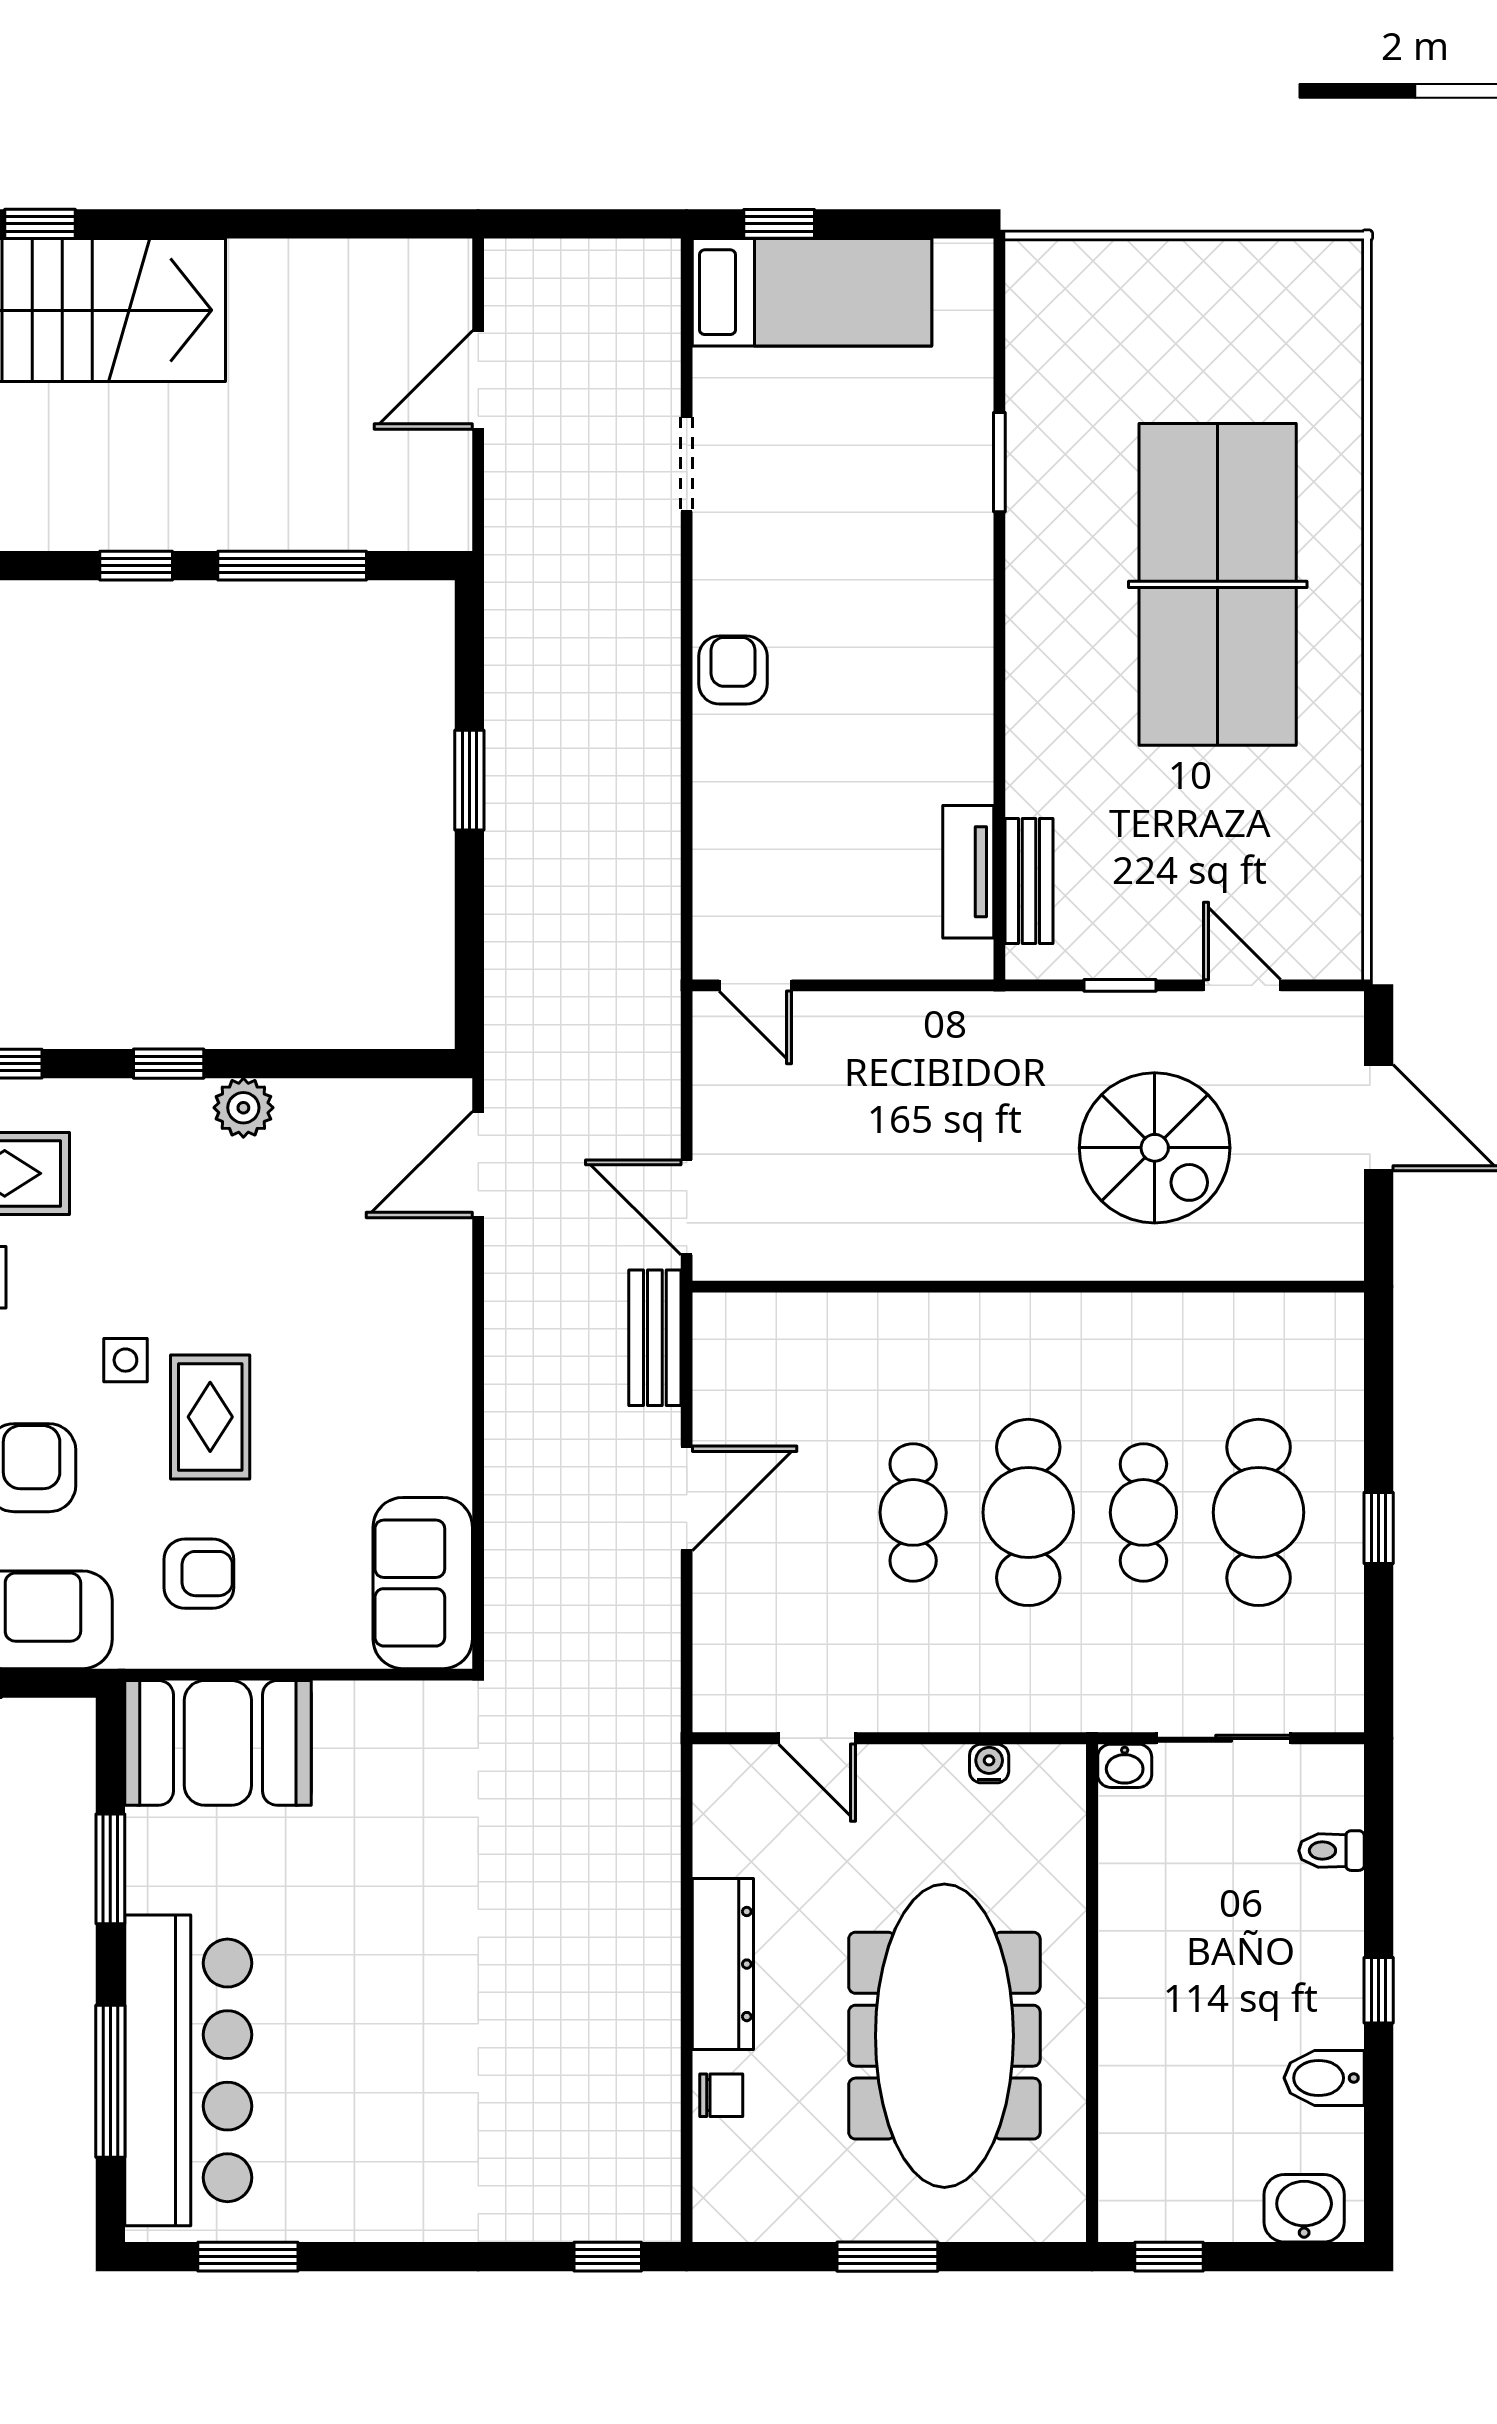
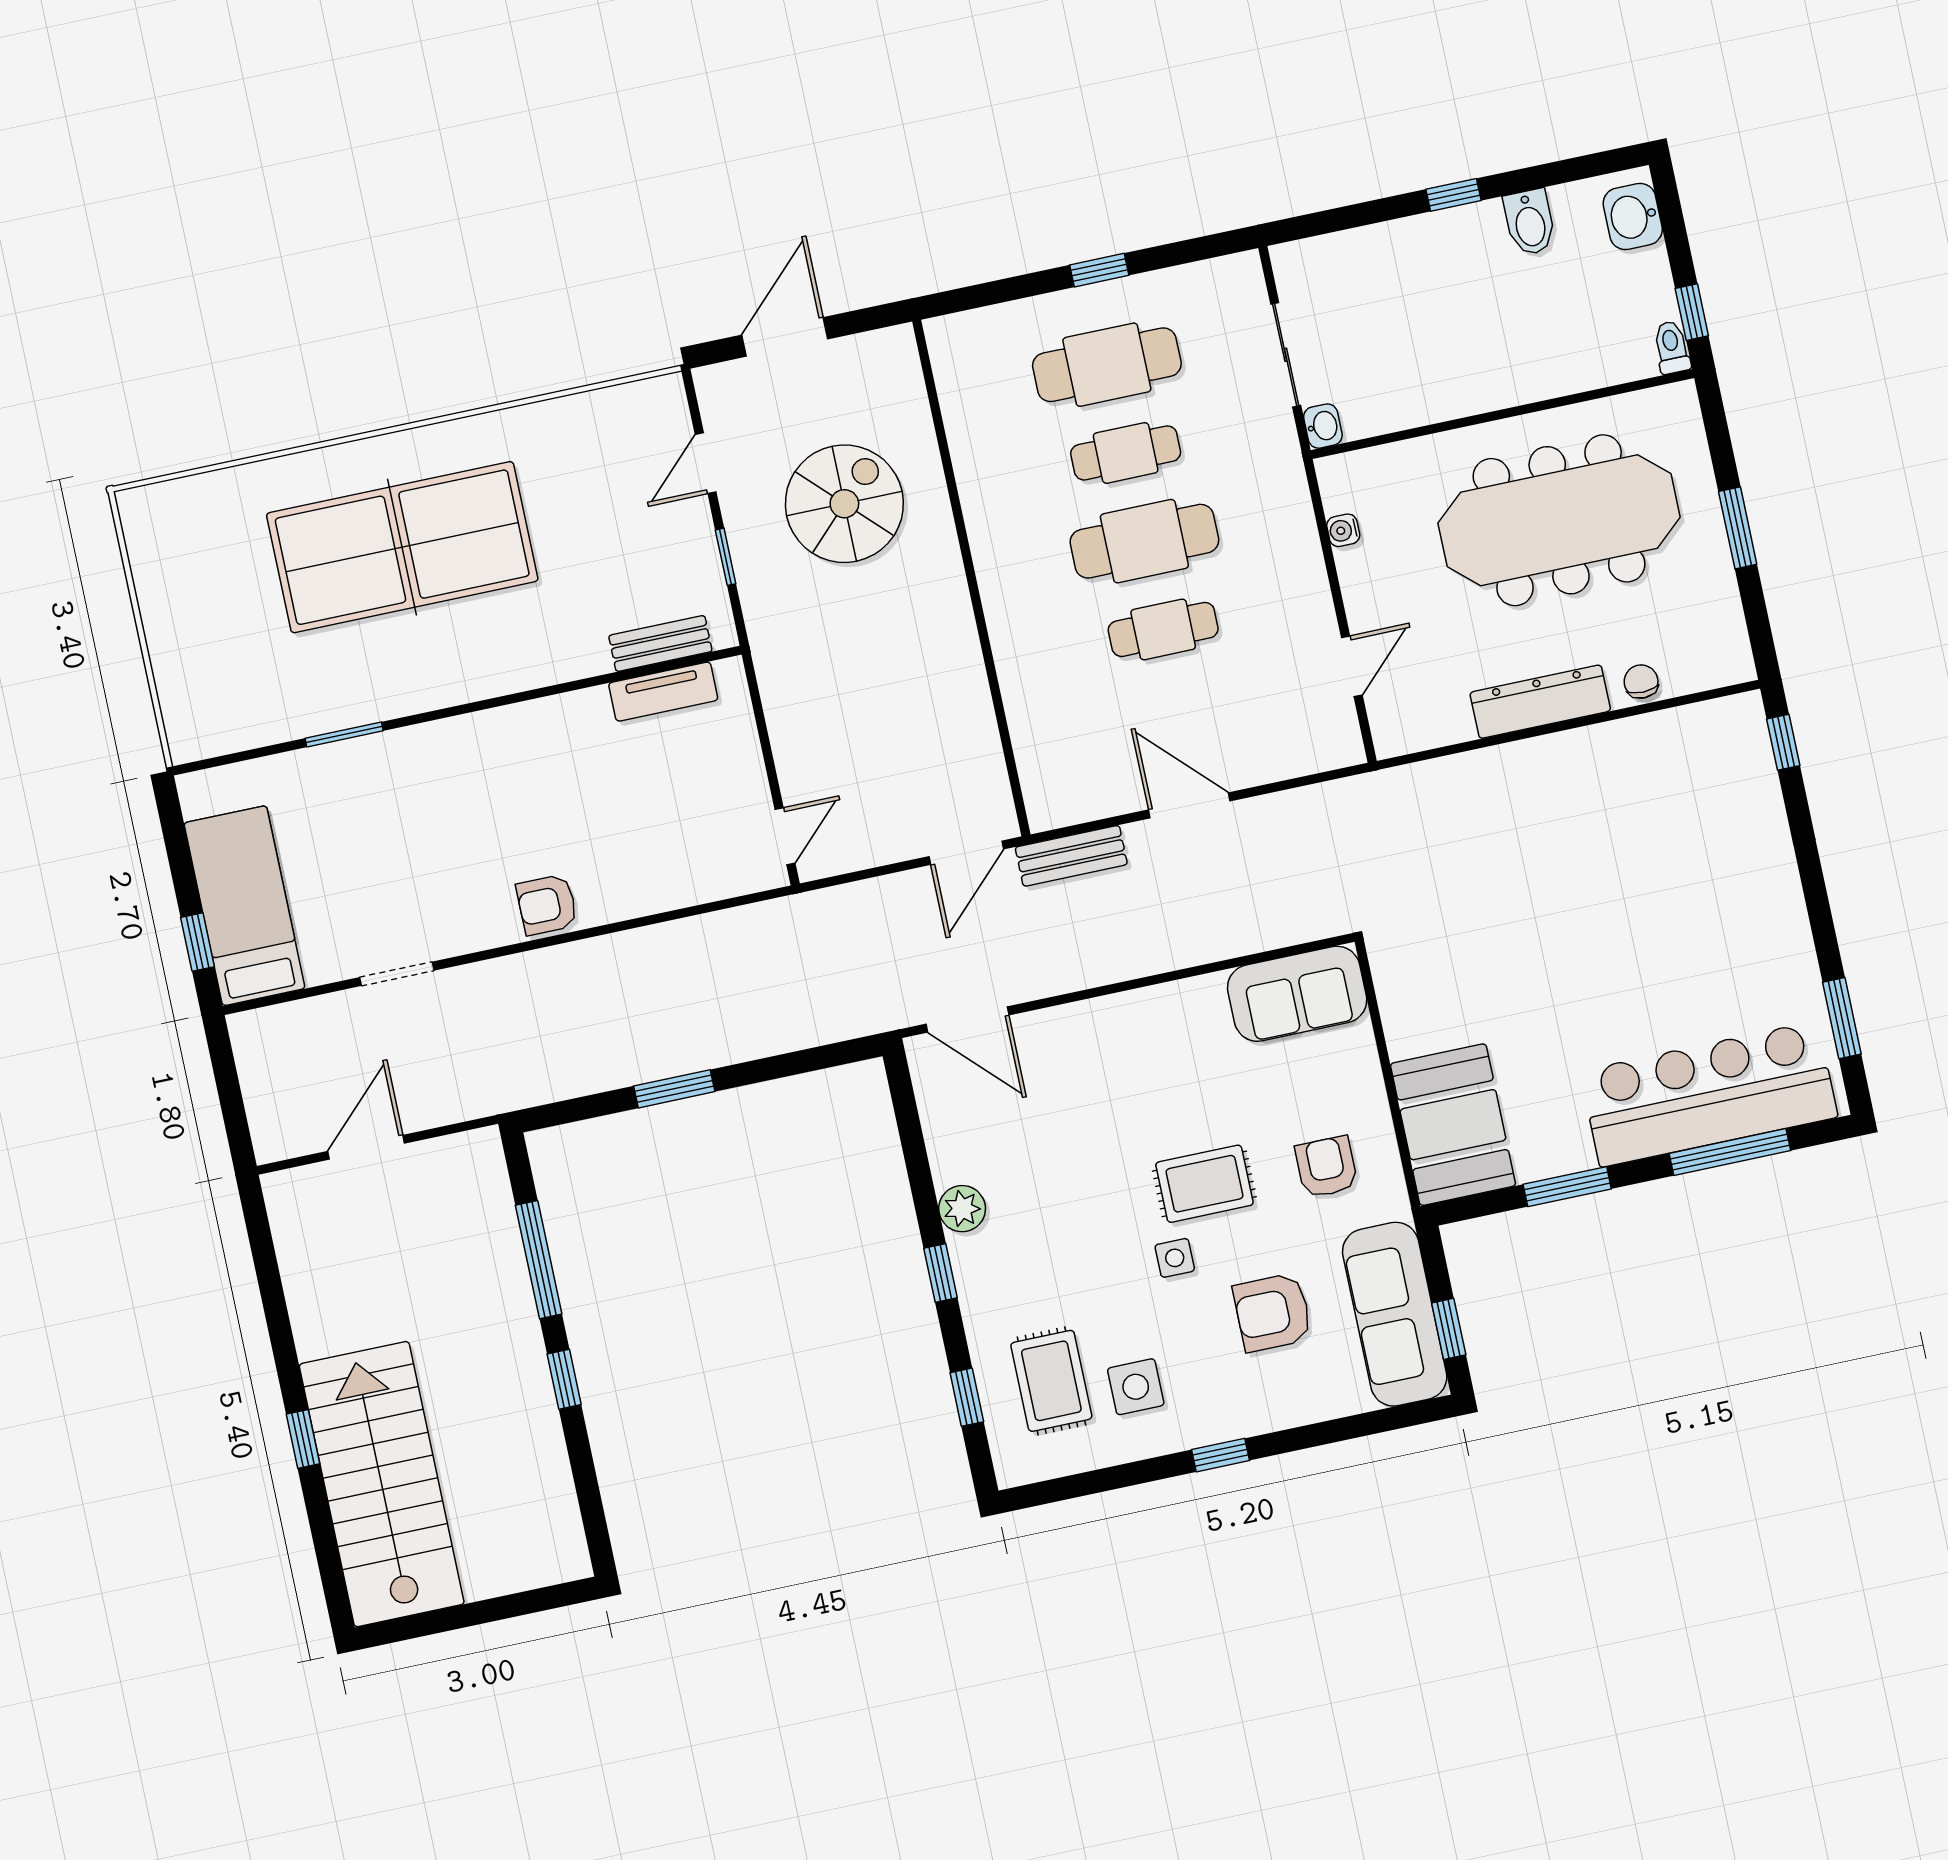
window: (40, 224) -> (303, 1439), moved
door: (478, 380) -> (366, 1147), swing flipped
toilet: (1332, 1851) -> (1672, 347), moved, turned 180

